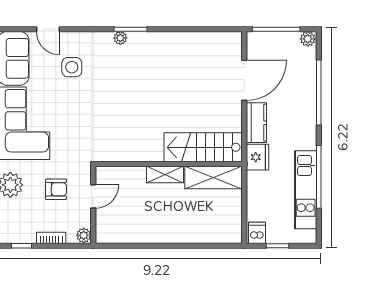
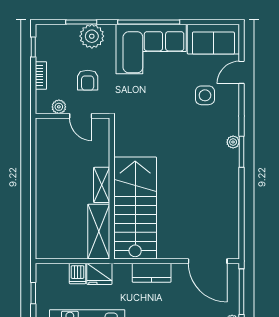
door: (244, 80) -> (208, 261), moved
stairs: (203, 147) -> (135, 208), width x1.36, depth x1.51
fridge: (257, 157) -> (99, 274), moved
dishwasher: (257, 233) -> (78, 274), moved, turned 90
plant: (84, 235) -> (59, 107), moved

